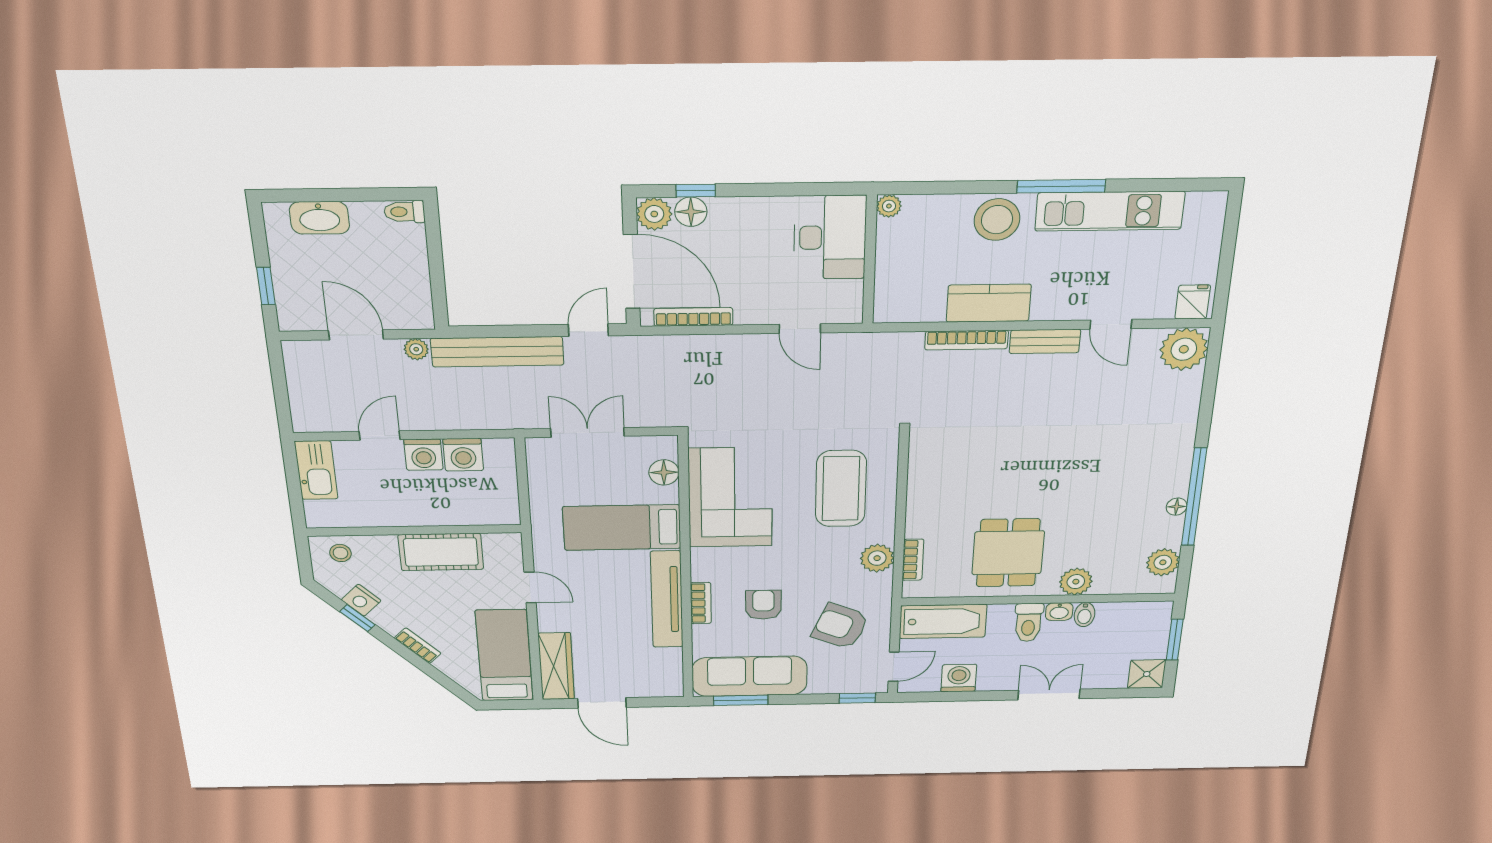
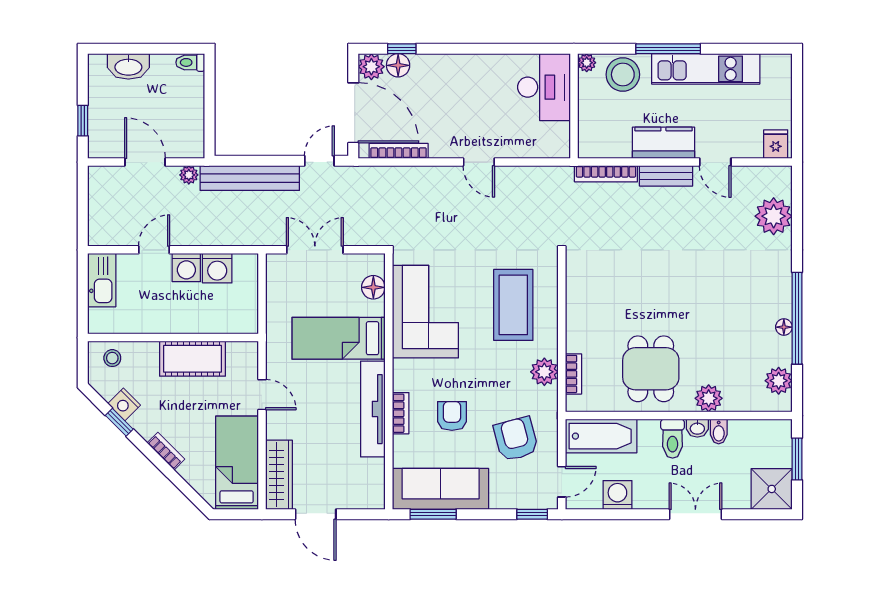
plant: (889, 206) -> (587, 63), moved
desk: (830, 237) -> (544, 87), moved
wall: (870, 260) -> (574, 106), moved
kitchen counter: (989, 303) -> (663, 143), moved
plant: (1184, 349) -> (774, 216), moved
armchair: (840, 626) -> (516, 439), turned 52
shower: (1147, 674) -> (772, 489), width x1.36, depth x1.36

